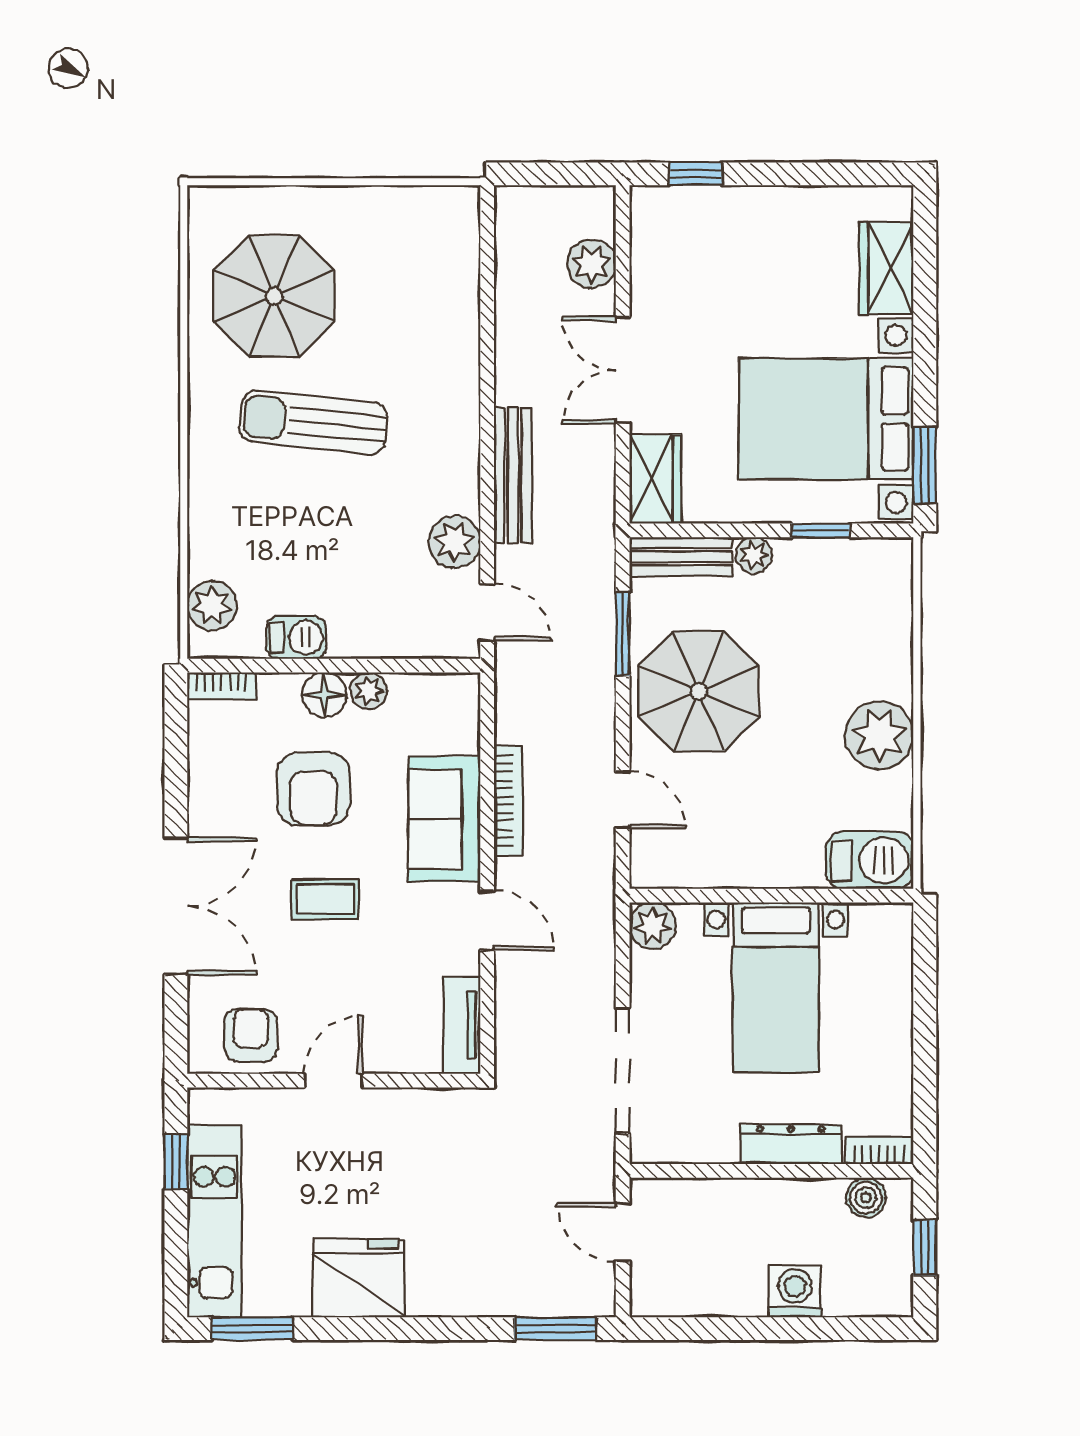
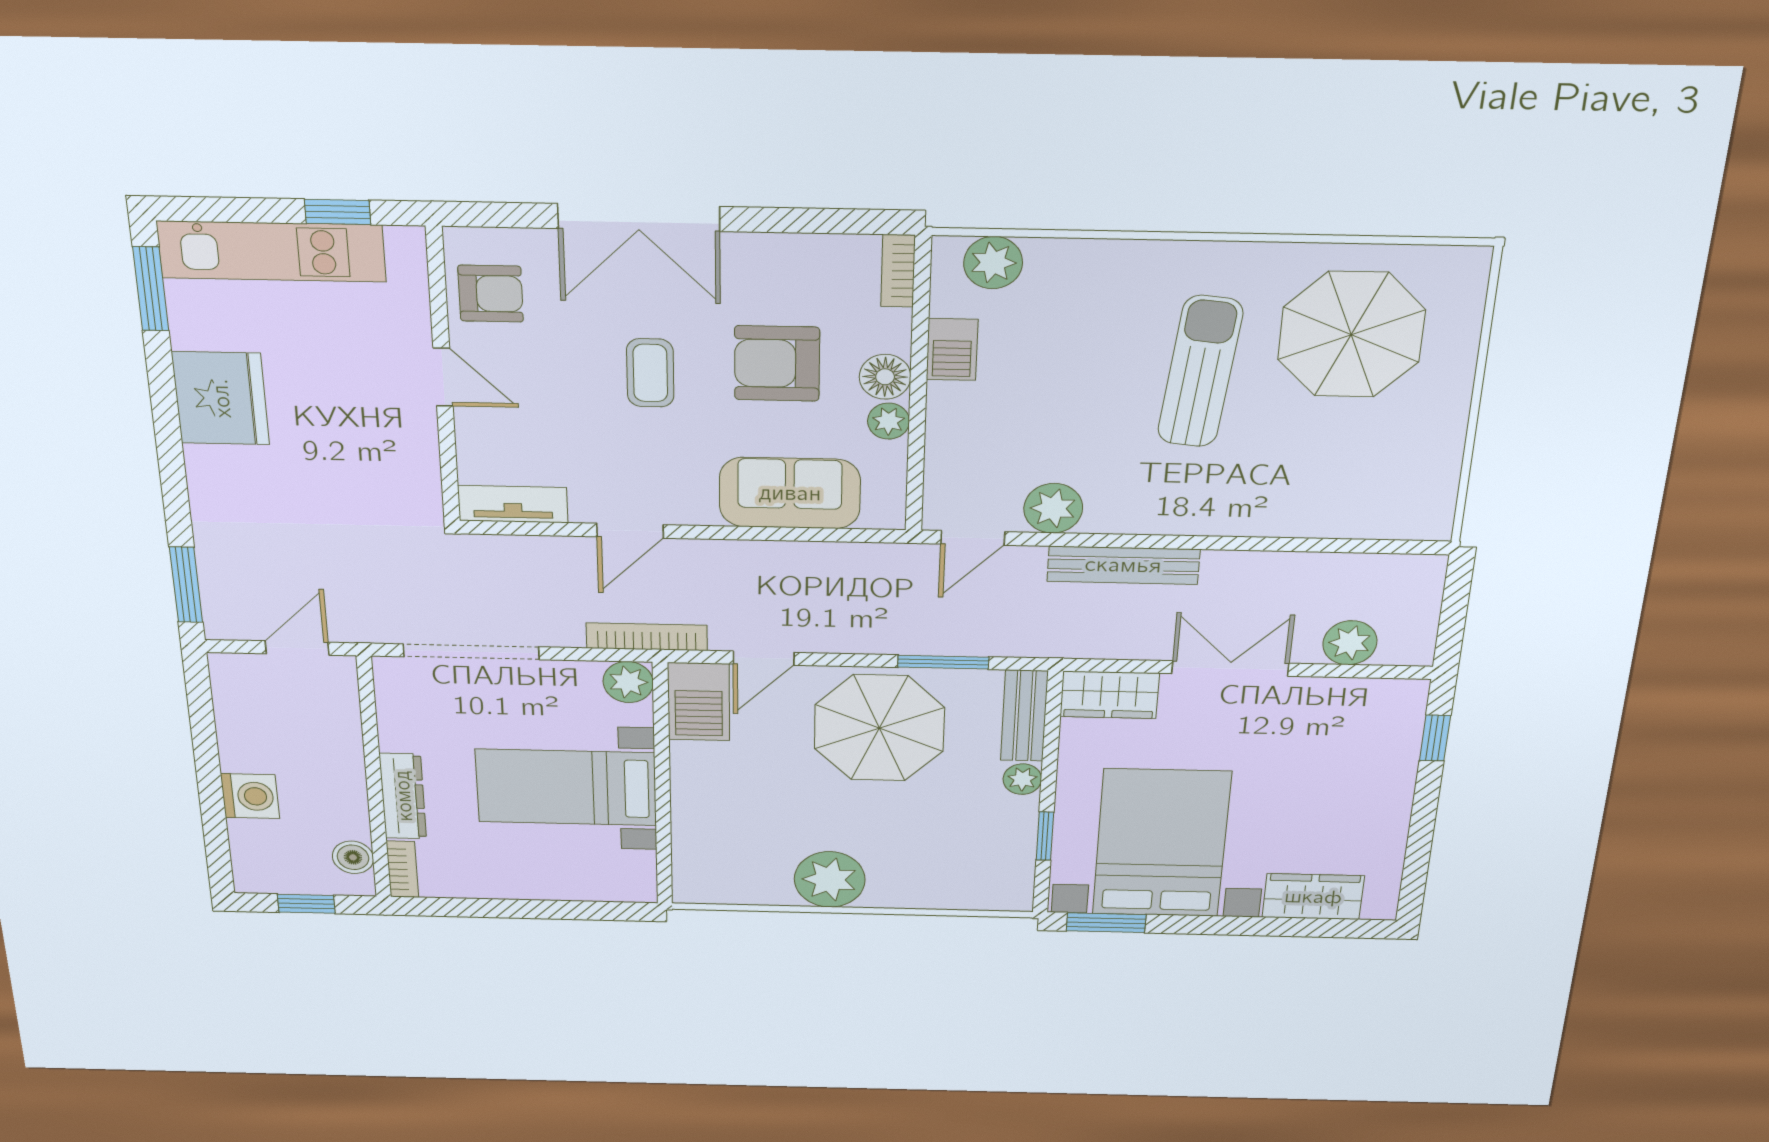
bookcase: (508, 801) -> (647, 637), moved, turned 180
sofa: (444, 819) -> (790, 493), moved
barbecue: (870, 860) -> (699, 702), moved

